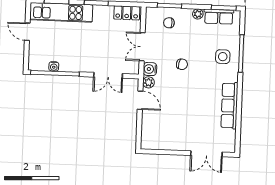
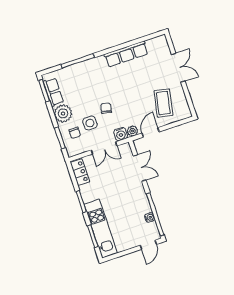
plant: (198, 14) -> (63, 113), width x1.88, depth x1.88
door: (27, 32) -> (148, 245), moved
side table: (223, 57) -> (90, 123), moved
coffee table: (165, 125) -> (163, 103), added
double door: (206, 154) -> (178, 68), moved

